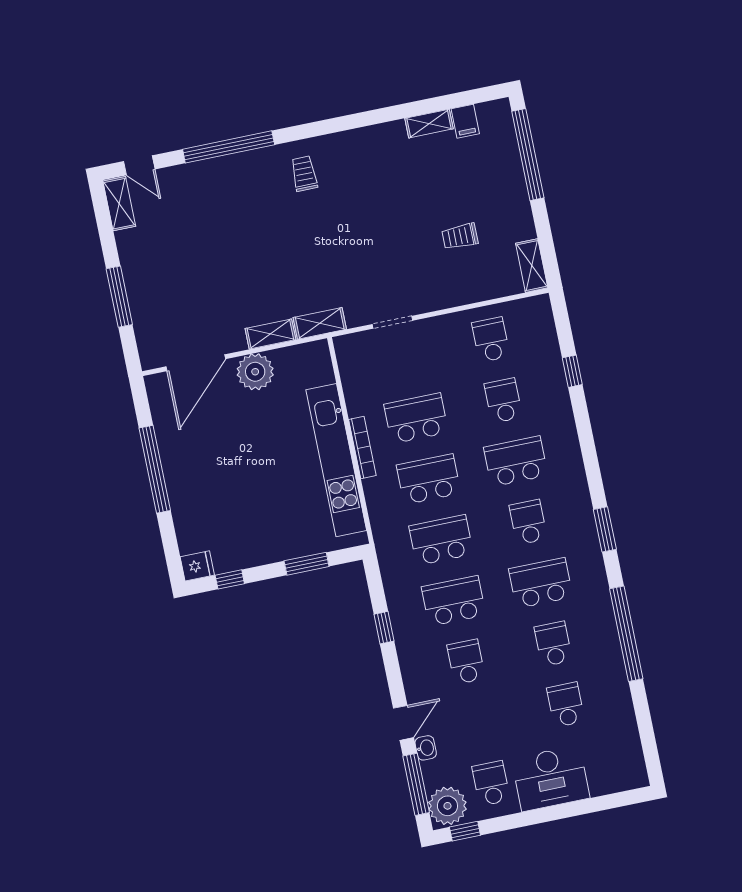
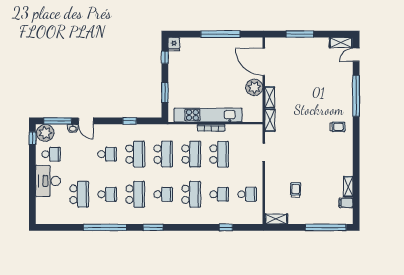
school desk: (566, 705) -> (79, 194), width x1.85

